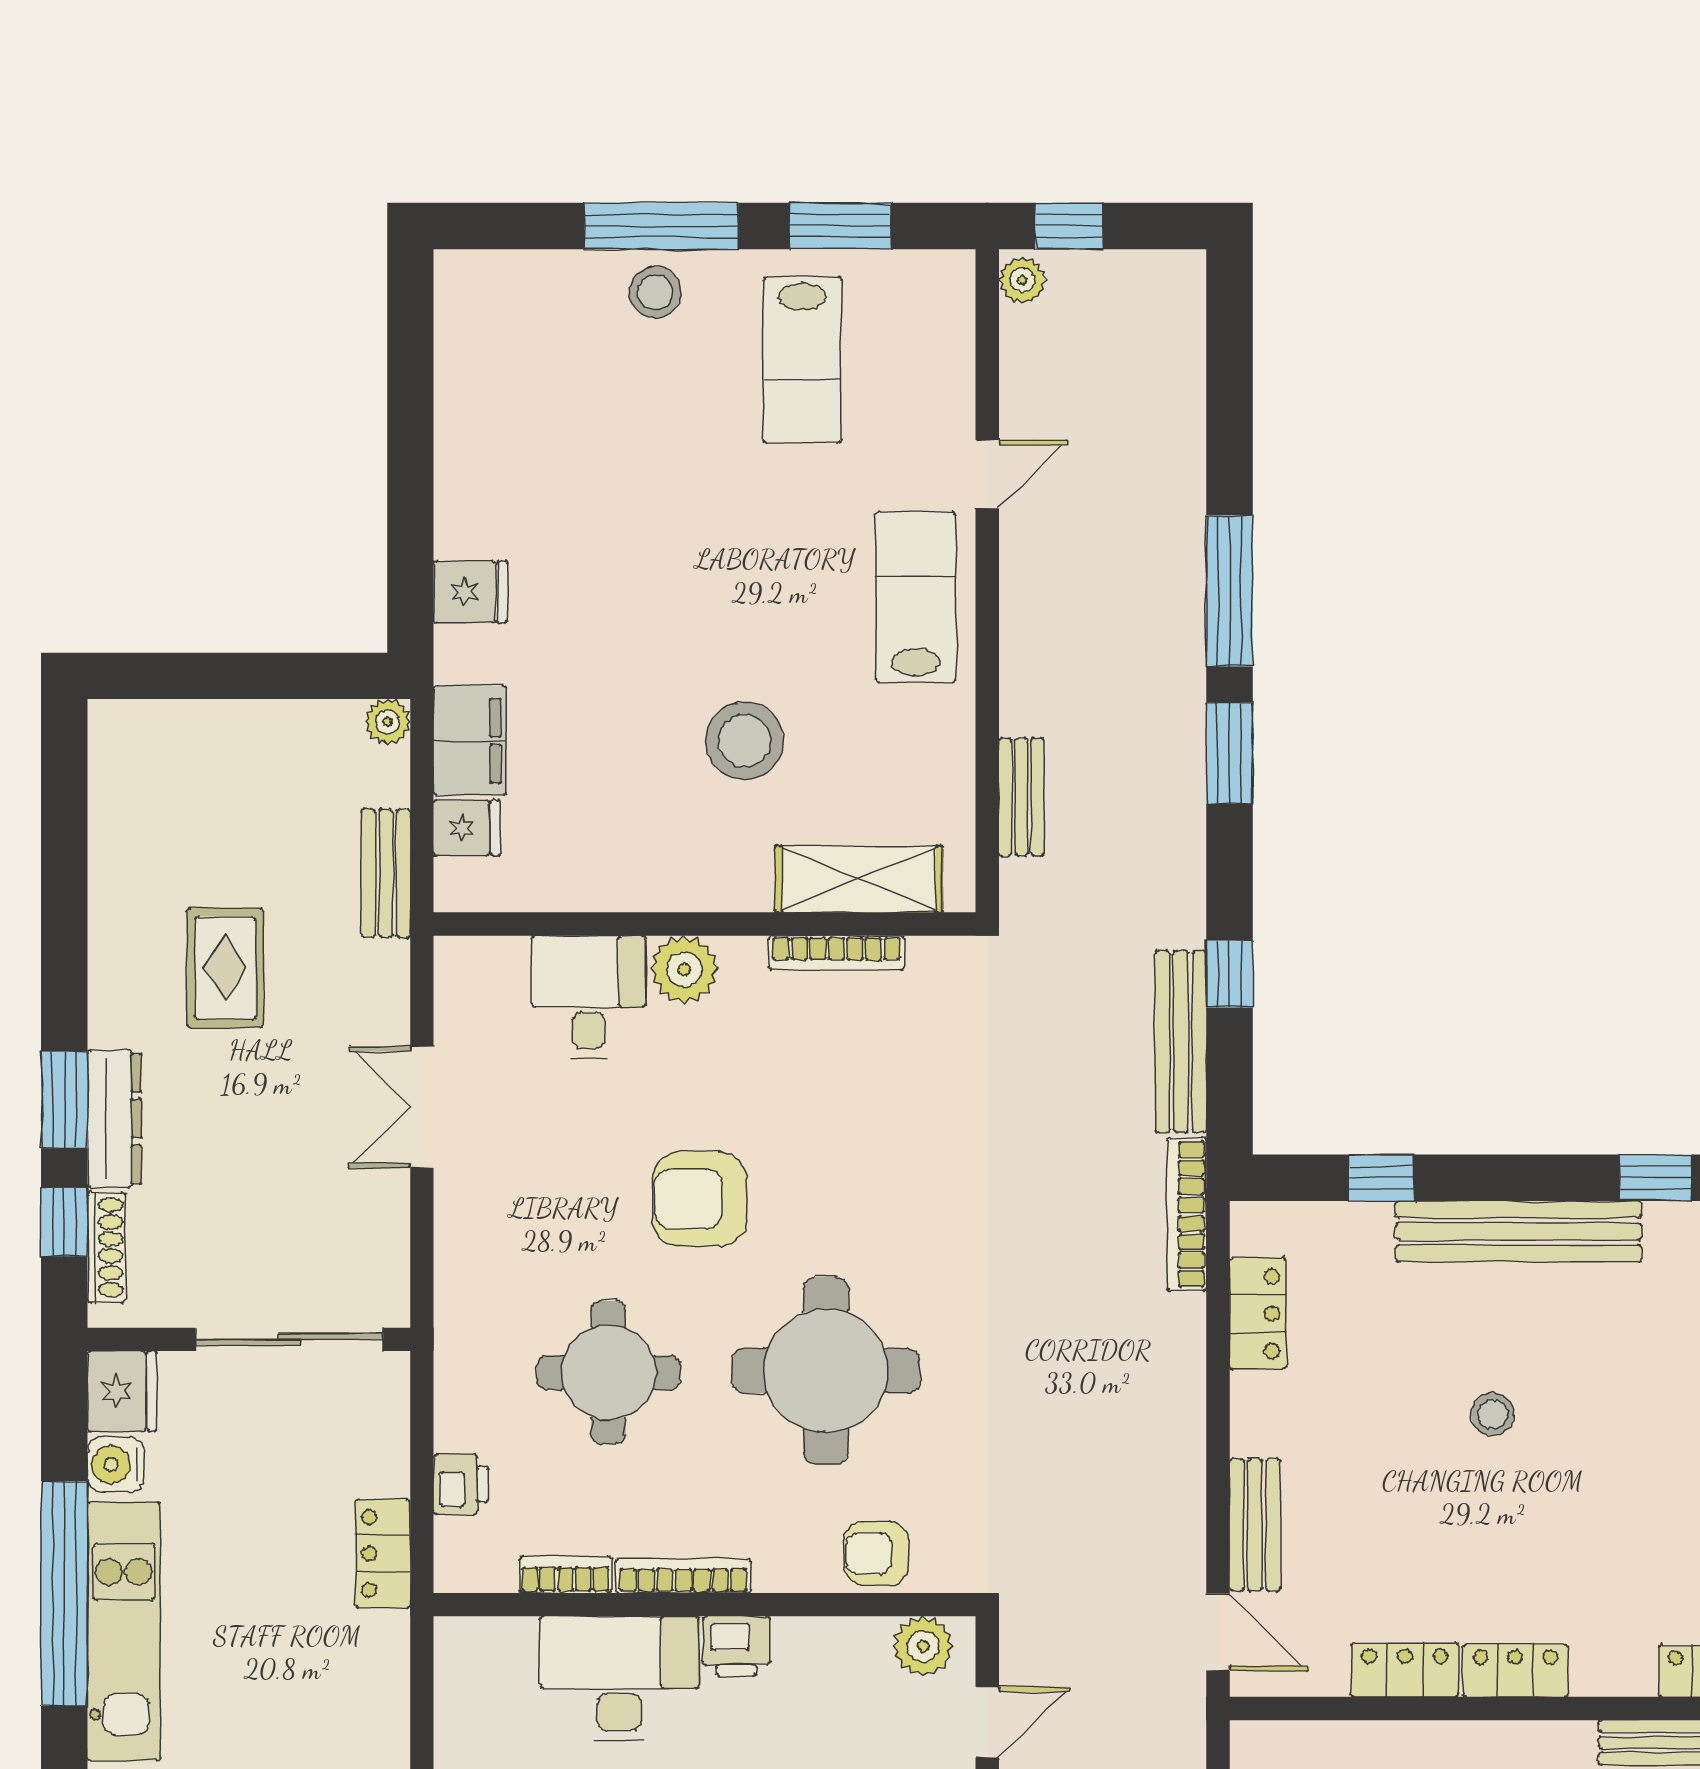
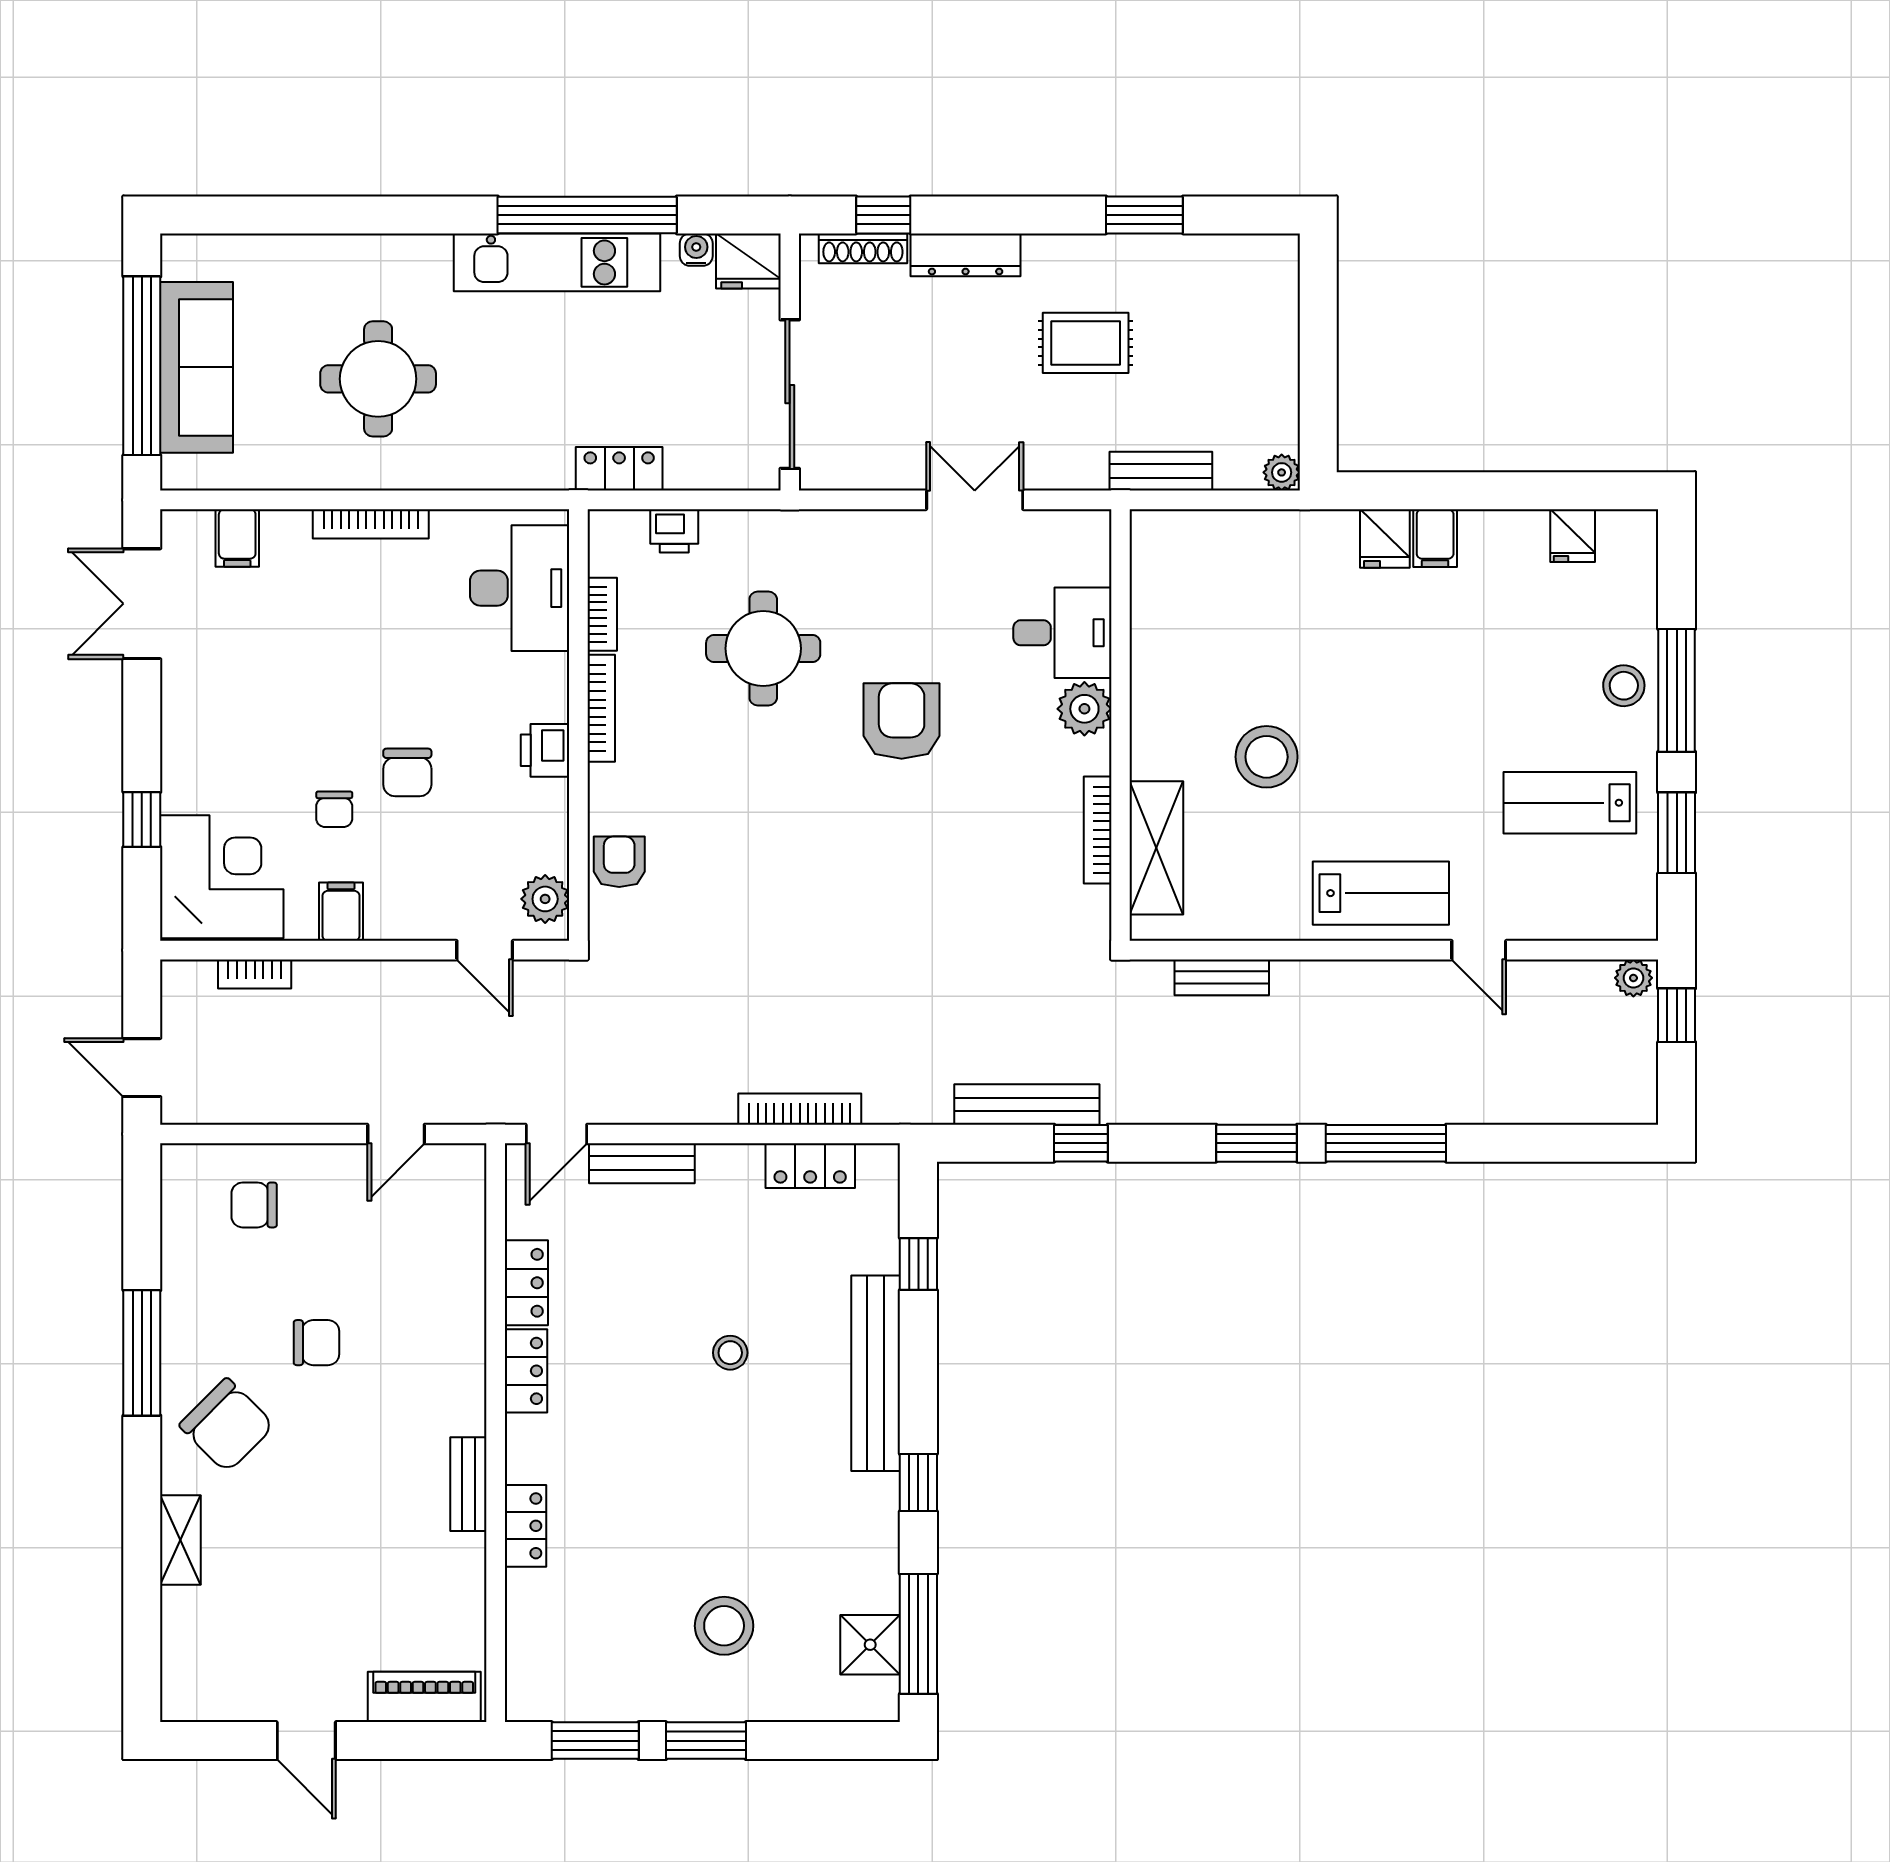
filing cabinet: (470, 741) -> (1435, 538), moved, width x0.50
fridge: (467, 828) -> (1573, 536), moved
window: (64, 1100) -> (1144, 215), moved
bookcase: (1187, 1214) -> (800, 1109), moved
round table: (826, 1371) -> (765, 822), removed
water cooler: (116, 1464) -> (696, 250), width x0.72, depth x0.72
desk: (619, 1678) -> (520, 588), moved

